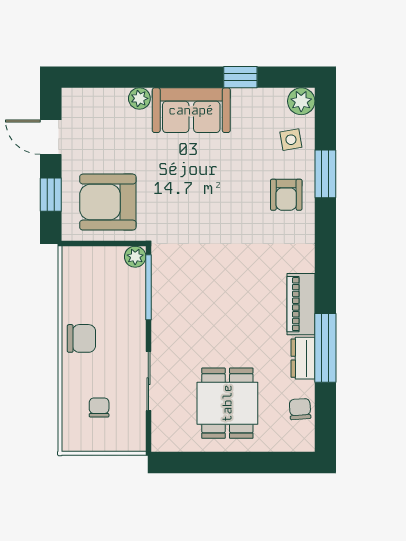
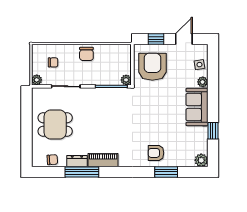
side table: (291, 140) -> (199, 65), moved
plant: (135, 441) -> (37, 80), added

